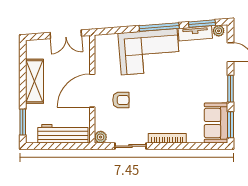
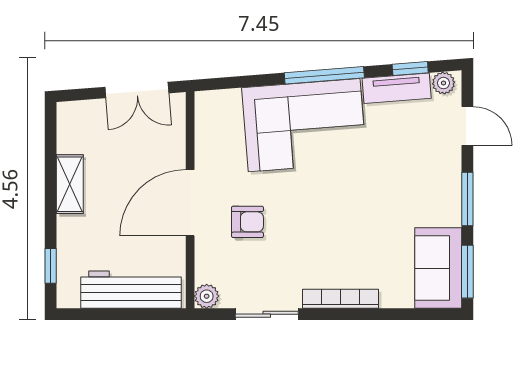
window: (202, 24) -> (410, 69), width x0.67
shelving: (35, 81) -> (70, 184), width x0.67, depth x0.75
window: (23, 122) -> (51, 266), width x0.67

